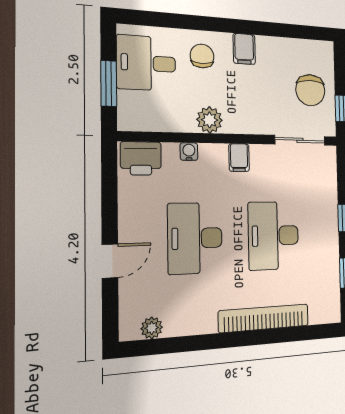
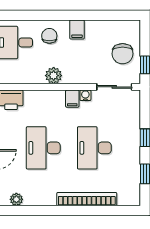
water cooler: (189, 152) -> (85, 95), moved

